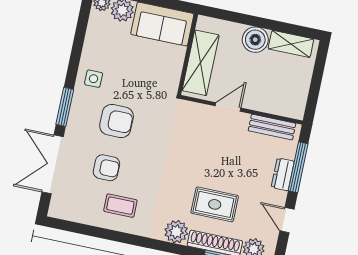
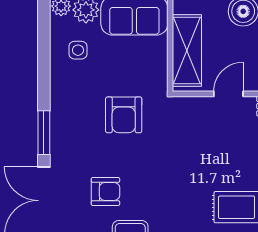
side table: (94, 79) -> (78, 50), moved
armchair: (117, 121) -> (124, 115), moved, turned 90

